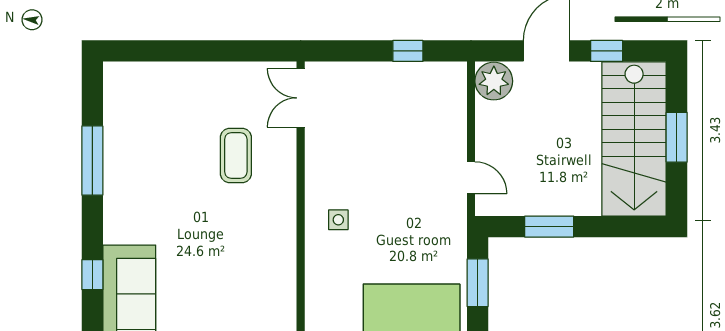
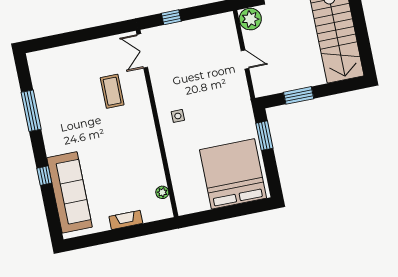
window: (408, 51) -> (171, 17), moved
window: (677, 137) -> (361, 30), removed
door: (471, 178) -> (245, 59), moved

